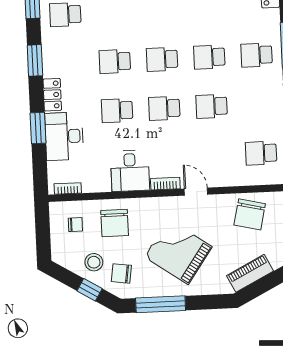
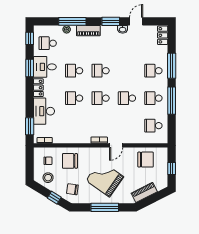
school desk: (209, 57) -> (153, 98), moved
window: (38, 128) -> (30, 126), moved
desk: (130, 171) -> (45, 67), moved, turned 90
door: (196, 192) -> (116, 145), swing flipped
chair: (250, 214) -> (146, 160), turned -103
chair: (115, 223) -> (70, 161), turned 90
stool: (94, 262) -> (48, 178), moved
window: (161, 304) -> (105, 207), moved

